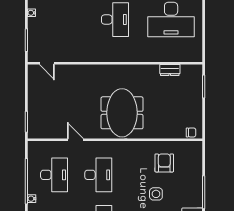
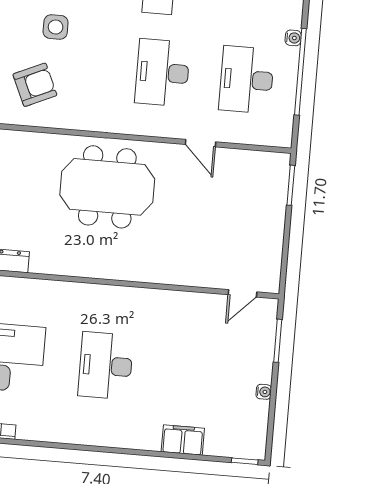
door: (47, 63) -> (243, 293), swing flipped
meeting table: (122, 113) -> (107, 187), turned 90
armchair: (164, 163) -> (35, 85), turned -114

